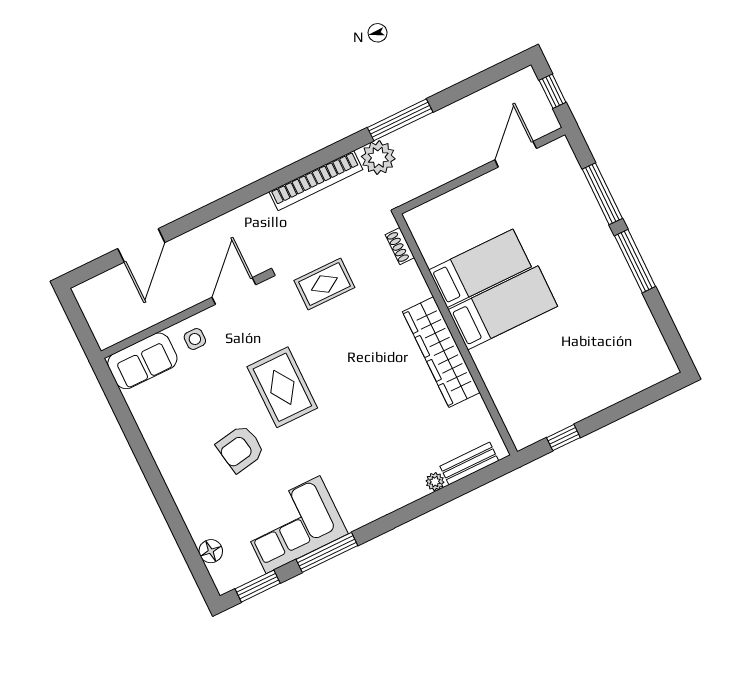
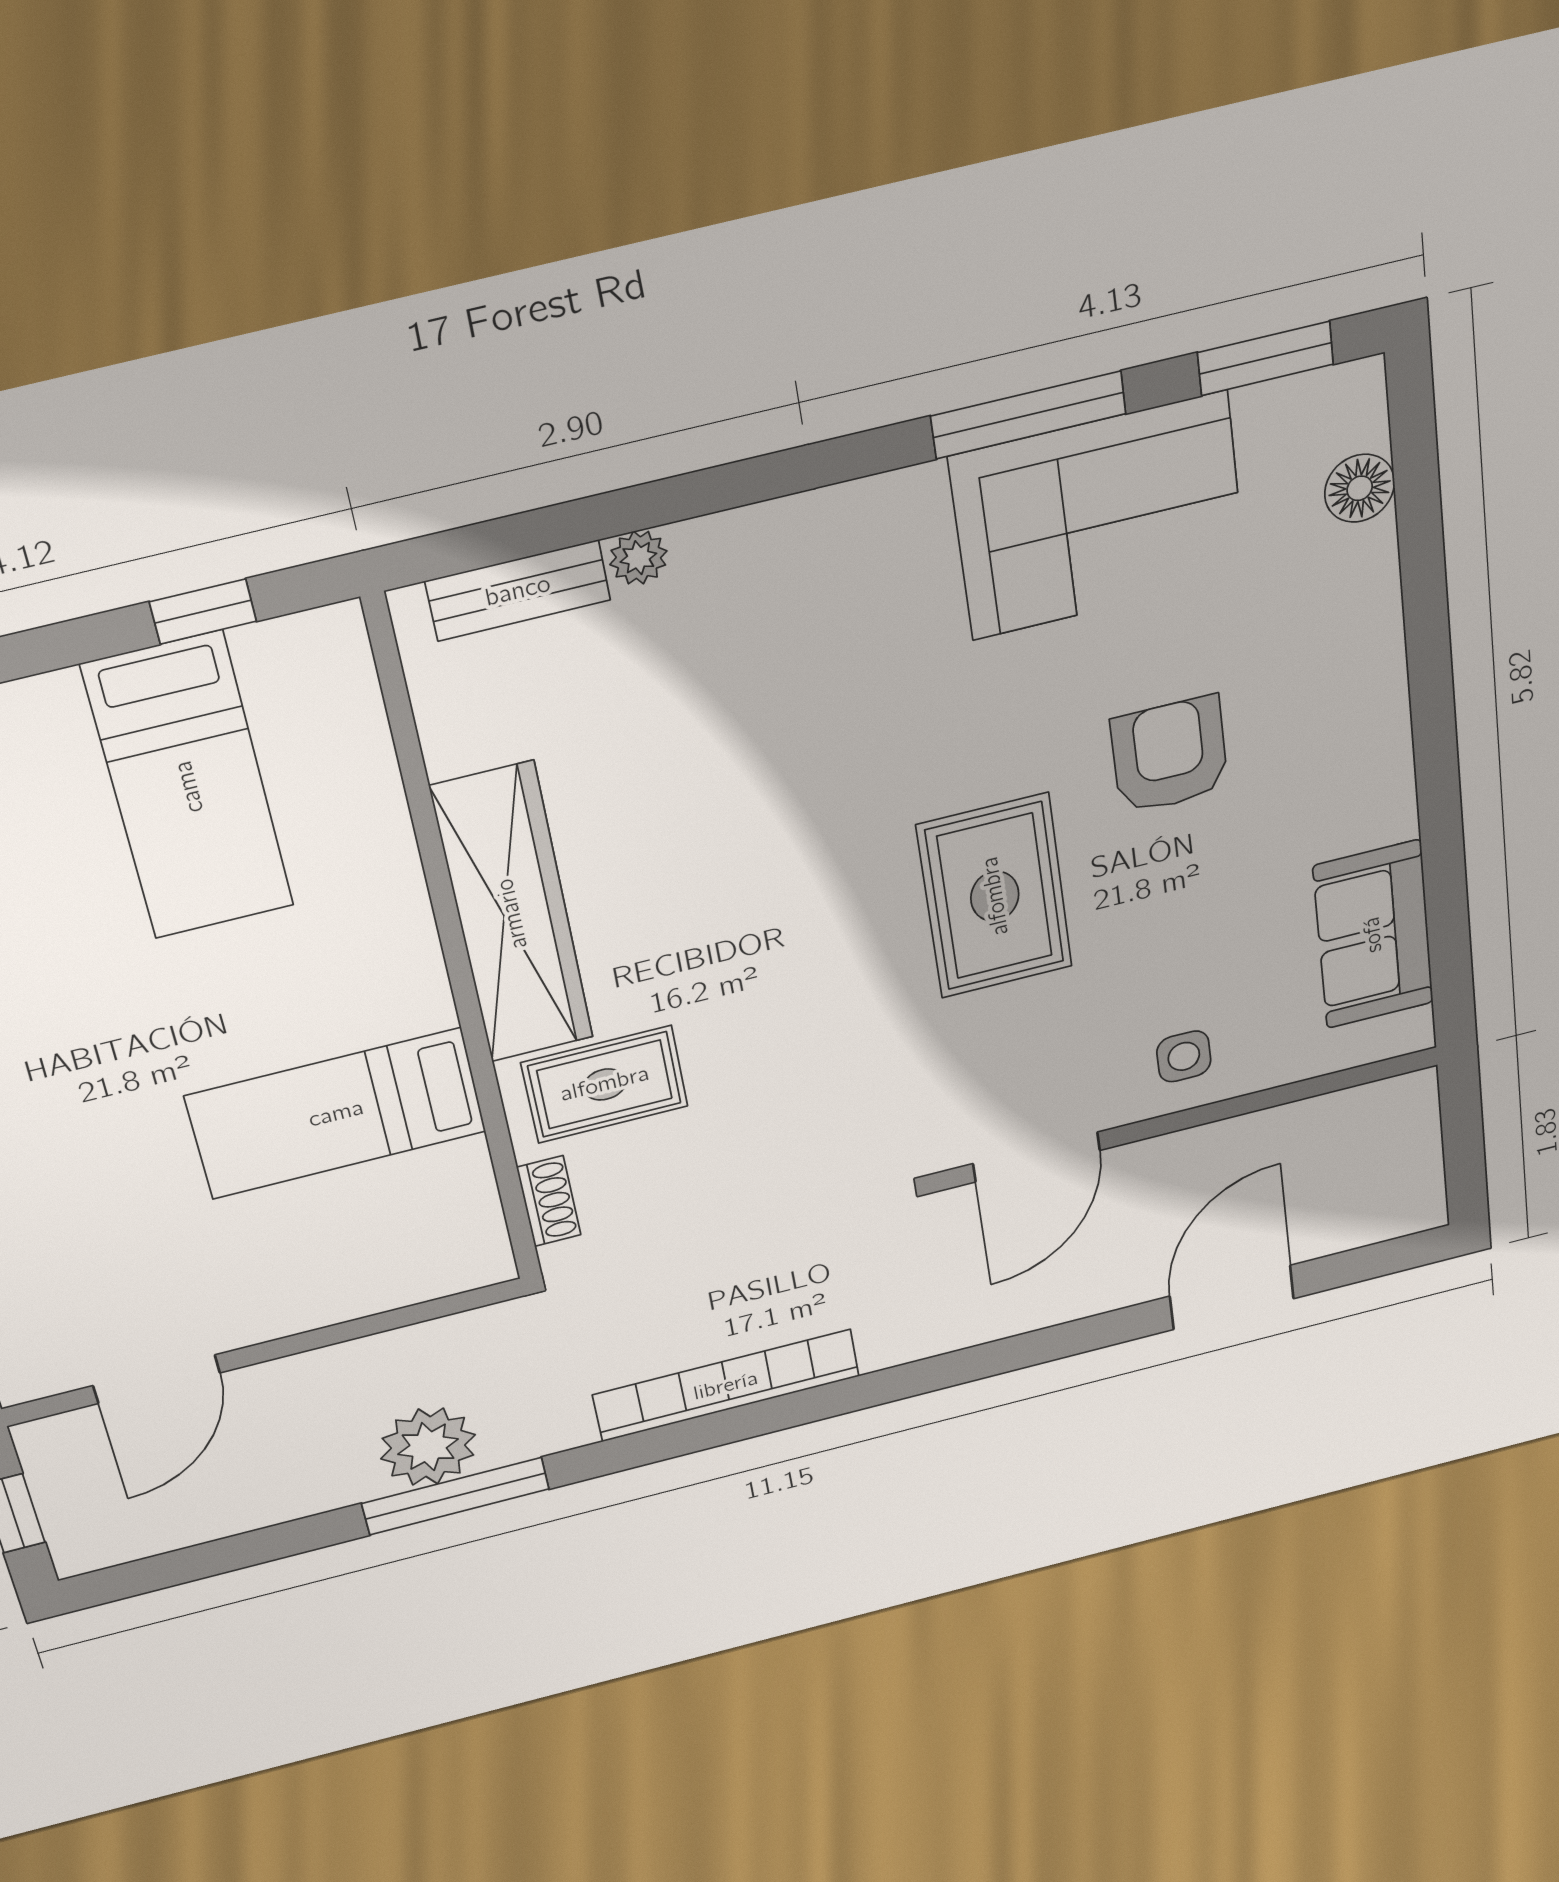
plant: (378, 158) -> (428, 1447), moved
rug: (324, 284) -> (605, 1084), moved
bed: (503, 308) -> (189, 787), moved, turned -90
sofa: (142, 361) -> (1373, 935), moved, turned -90
armchair: (240, 449) -> (1169, 755), turned -80

